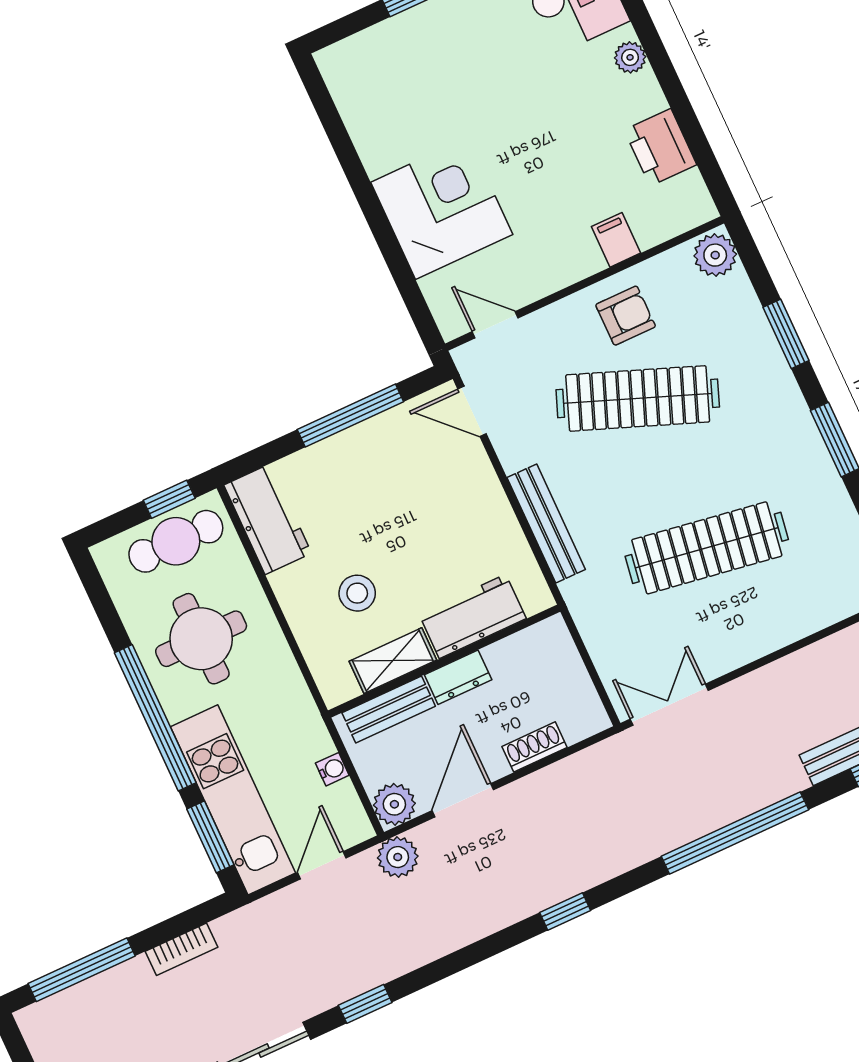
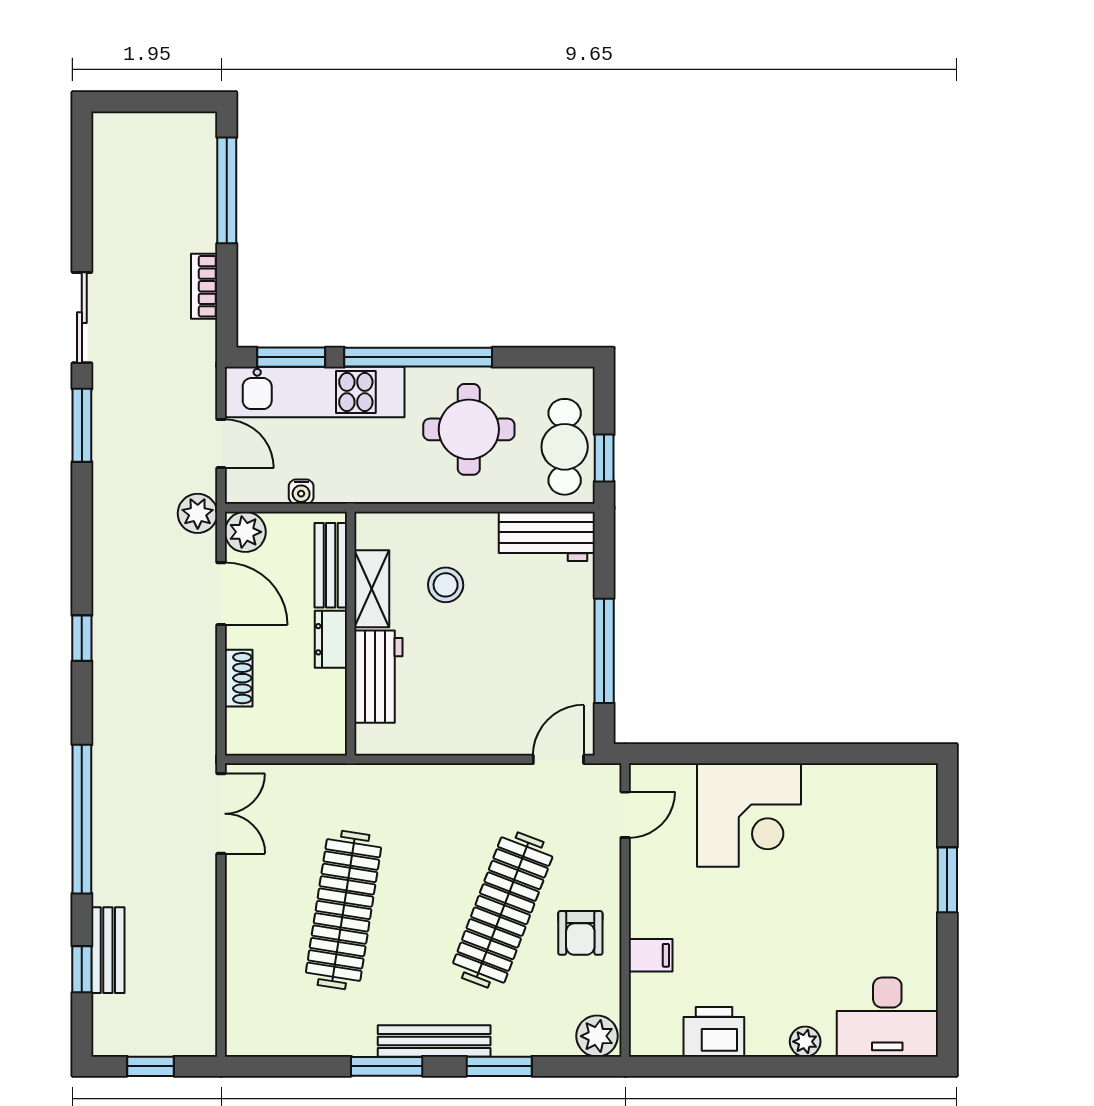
bench: (546, 523) -> (434, 1041), moved
window: (365, 1004) -> (82, 425), width x1.50

